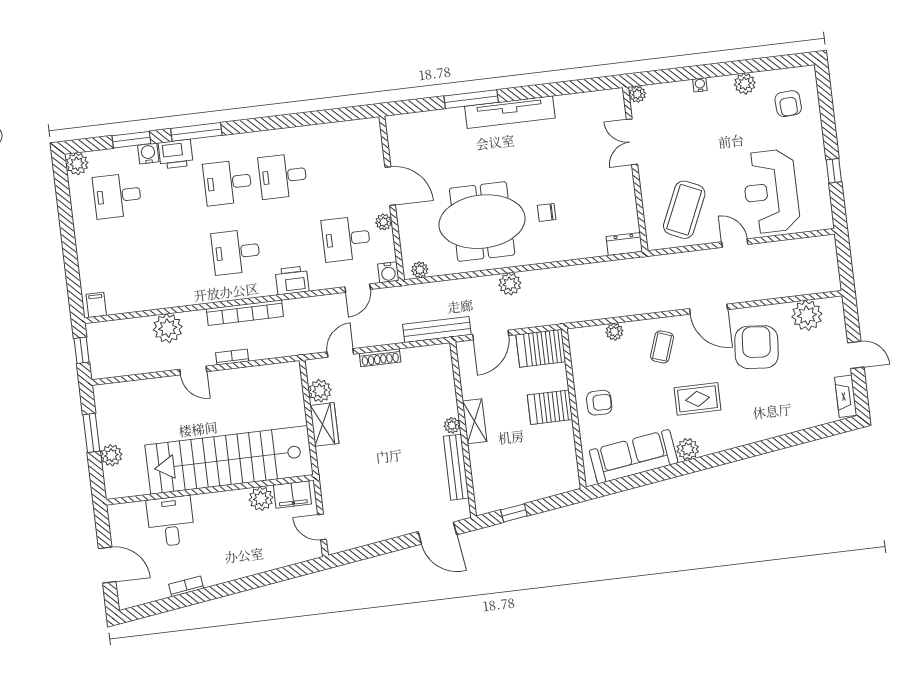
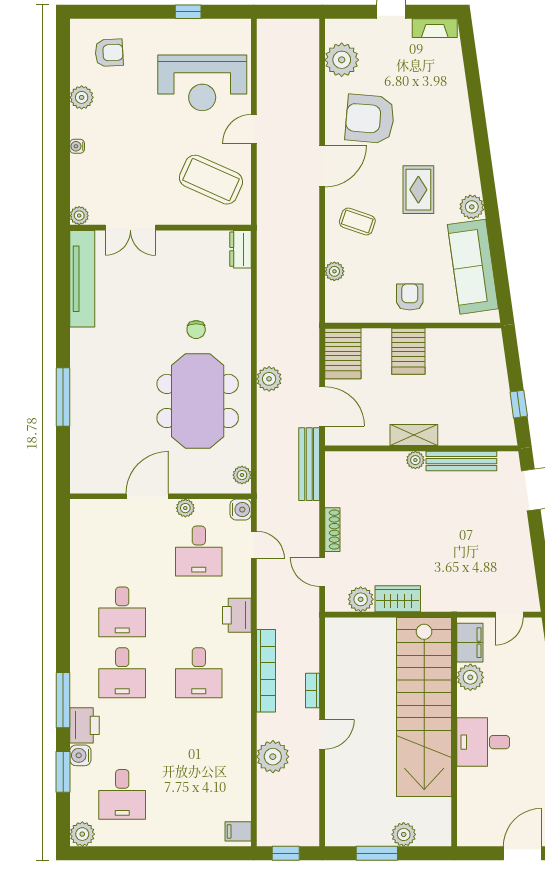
tv unit: (510, 112) -> (82, 279), moved
desk: (171, 521) -> (483, 742), moved

